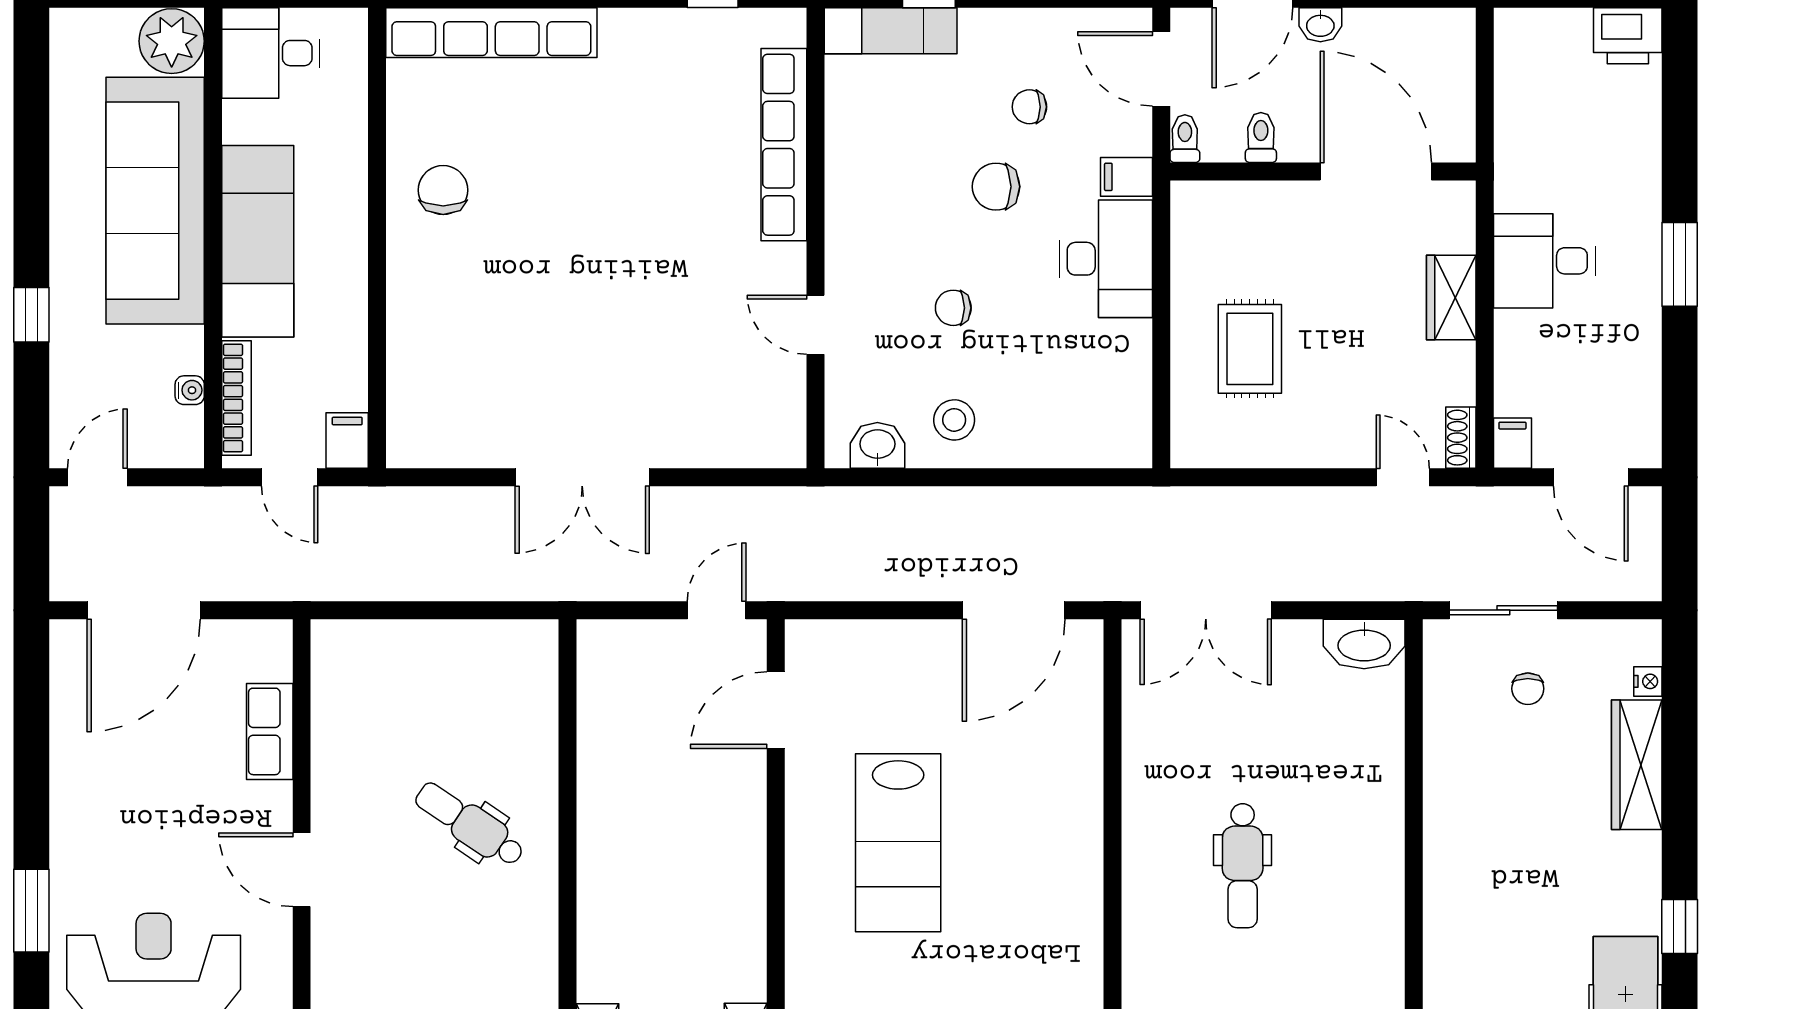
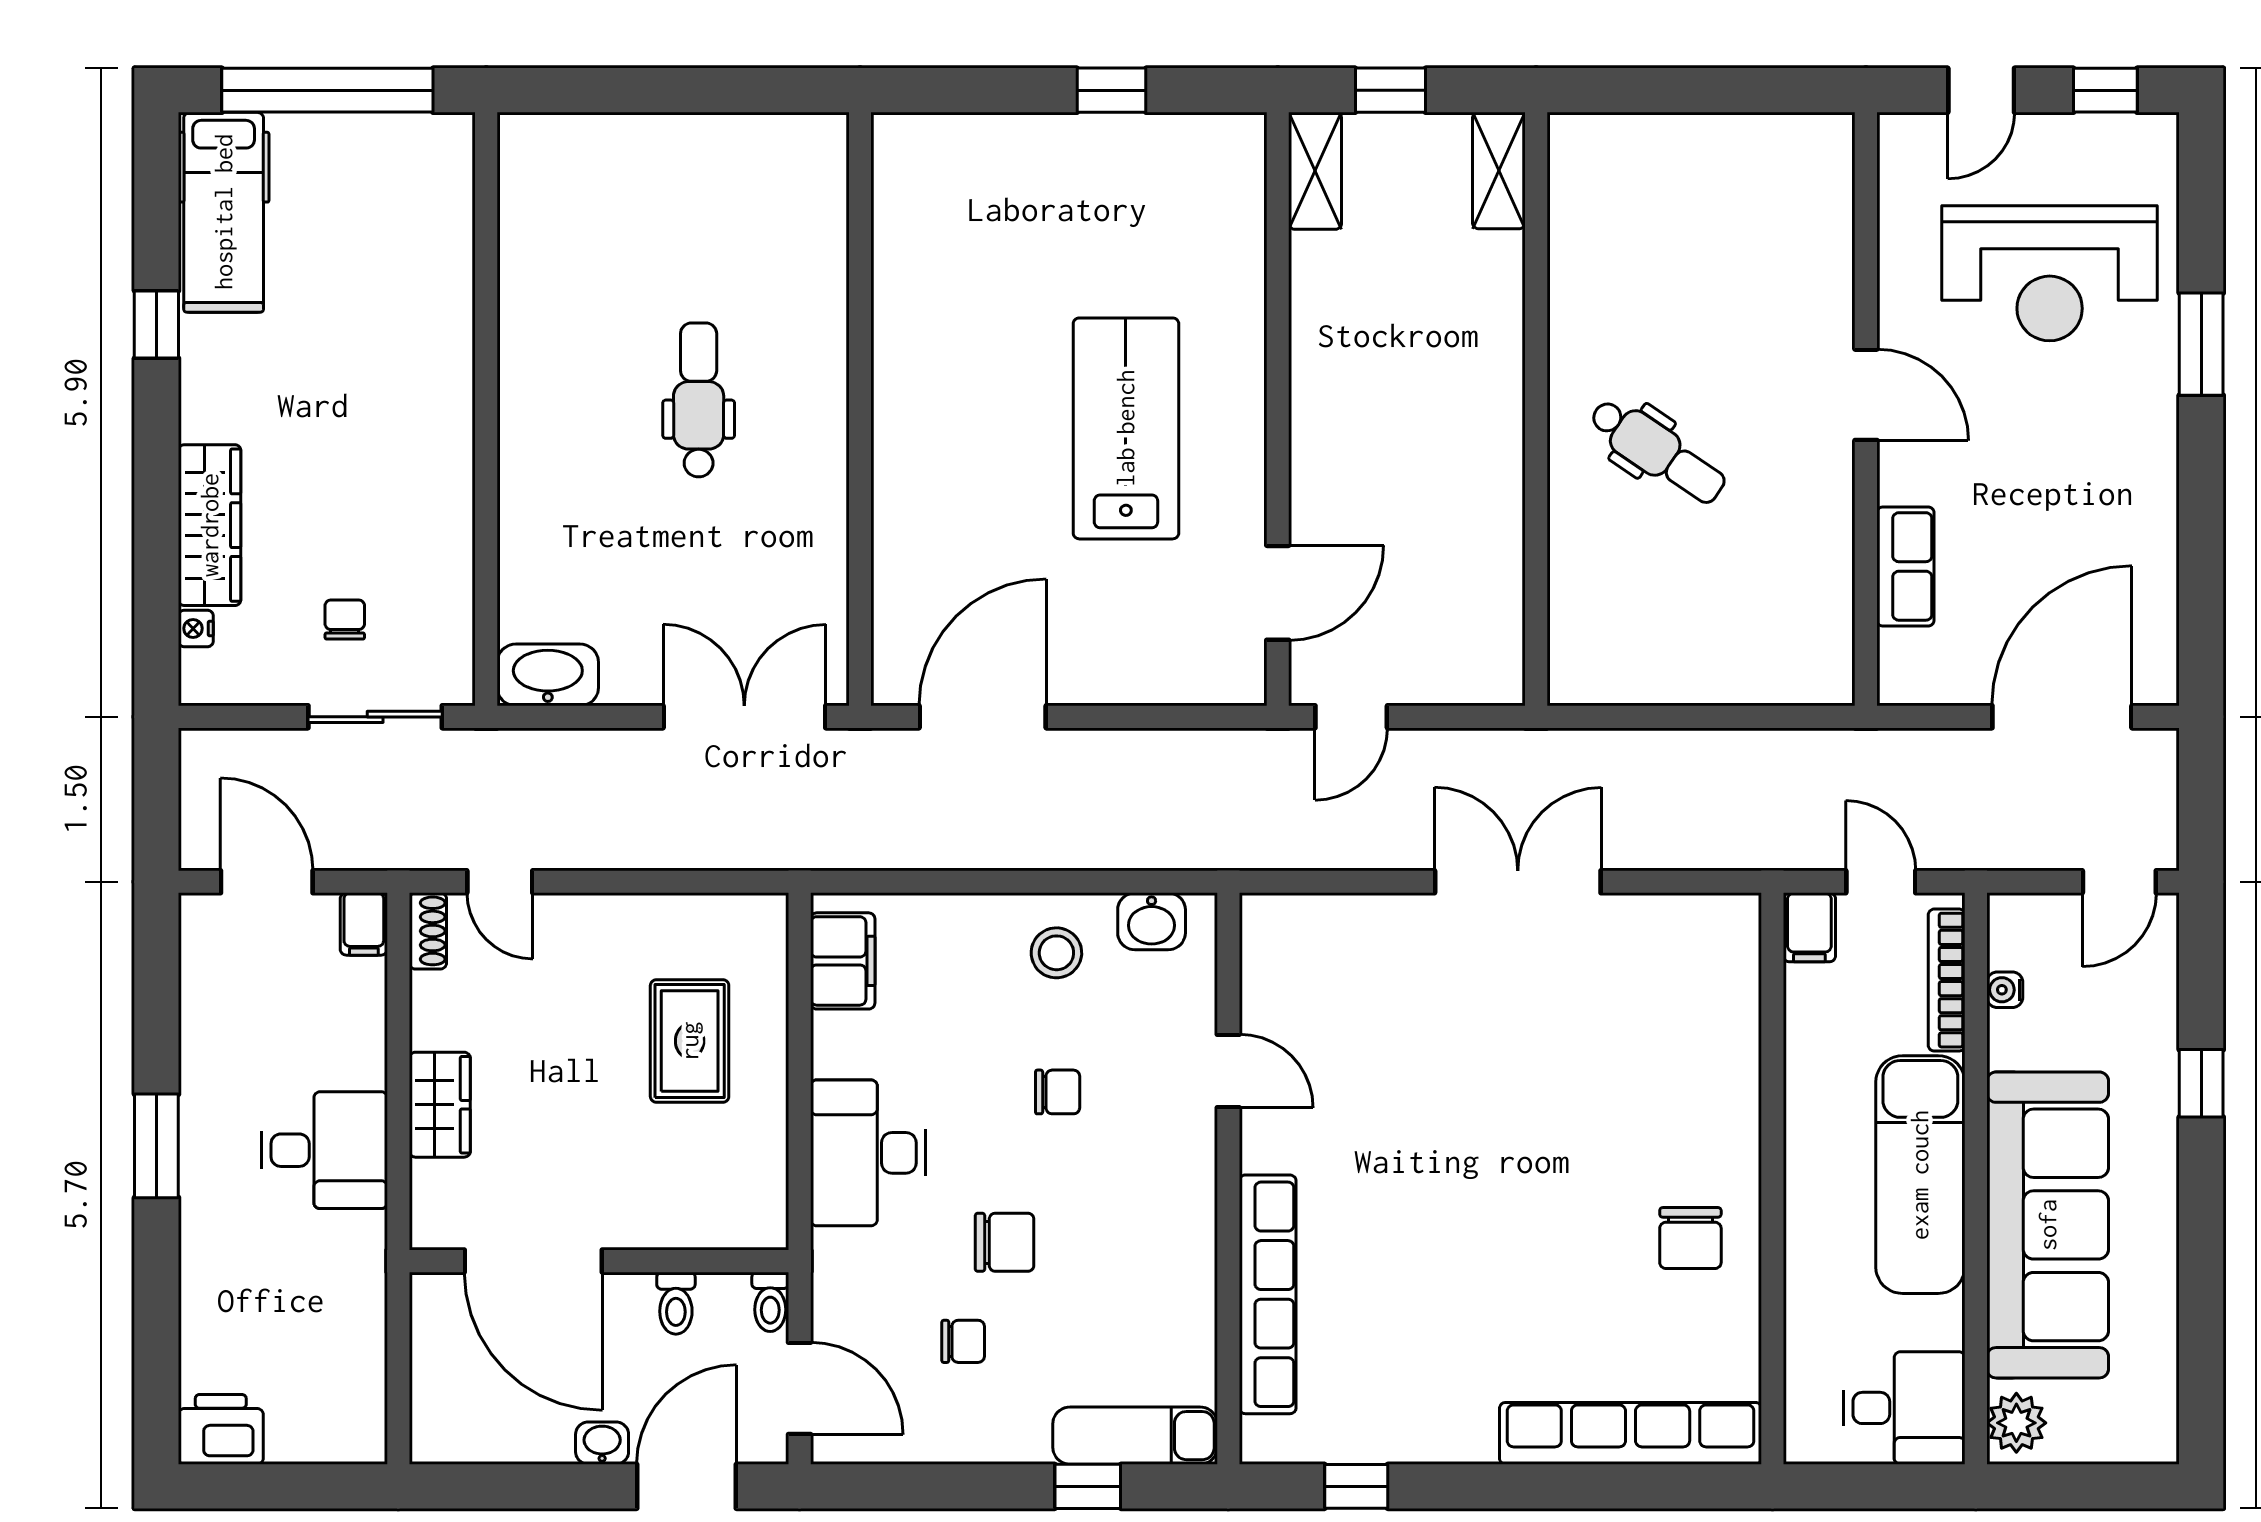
plant: (172, 41) -> (2016, 1423), width x0.73, depth x0.73
filing cabinet: (1126, 177) -> (843, 961), moved, width x2.00

